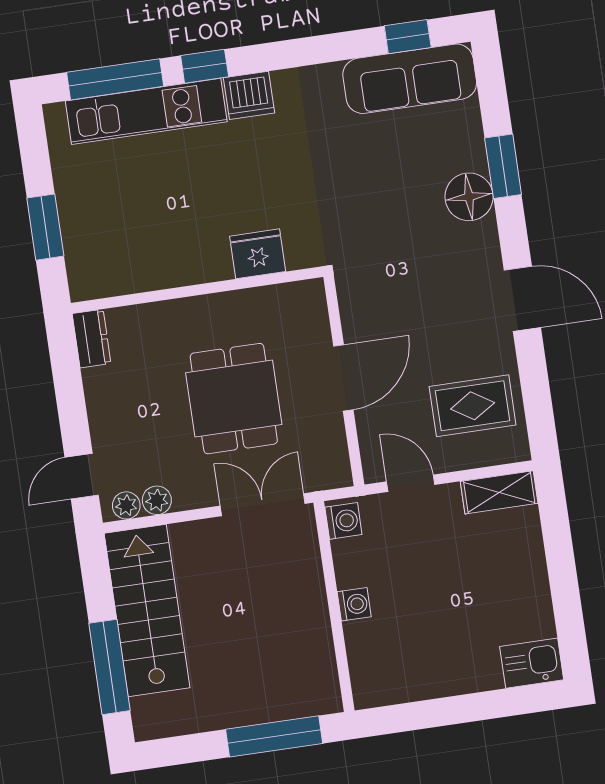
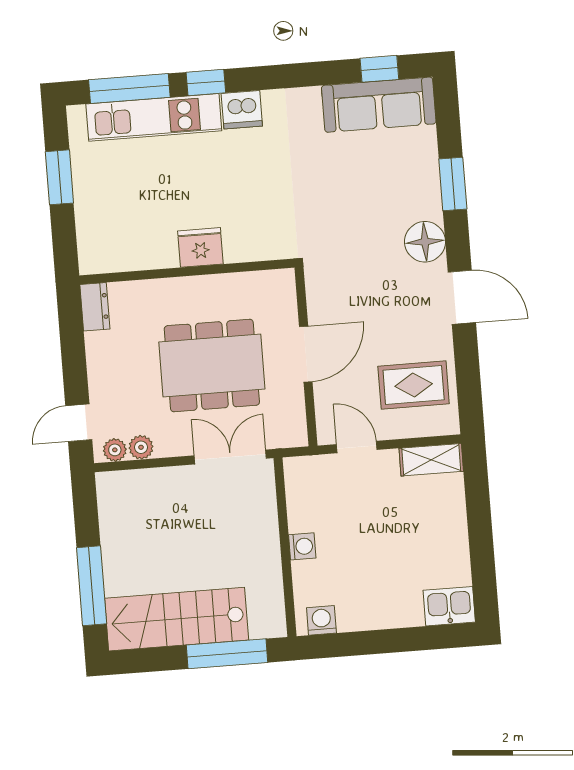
floor lamp: (469, 197) -> (425, 242), moved
window: (45, 227) -> (59, 177), moved
fridge: (258, 254) -> (200, 247), moved
dining table: (234, 399) -> (212, 365), width x1.38
washing machine: (343, 521) -> (321, 620), moved, turned -90
stairs: (147, 611) -> (177, 619), moved, turned -90

